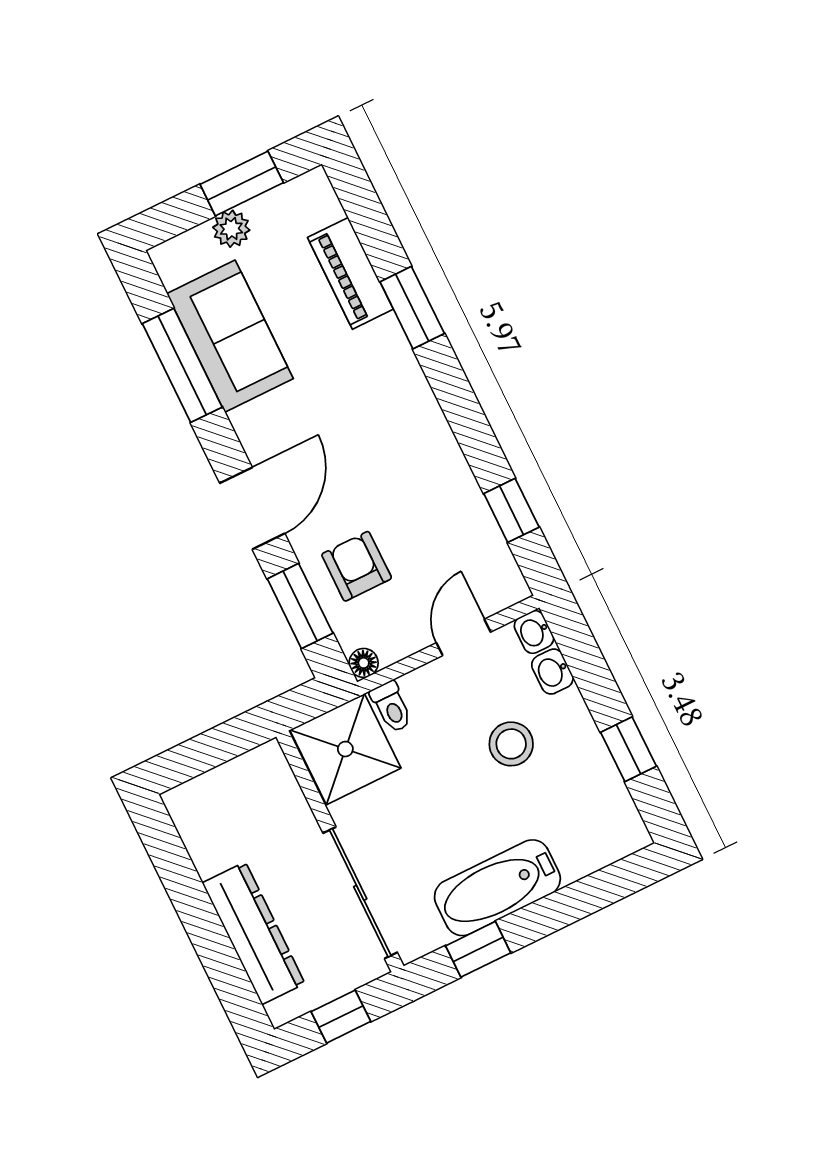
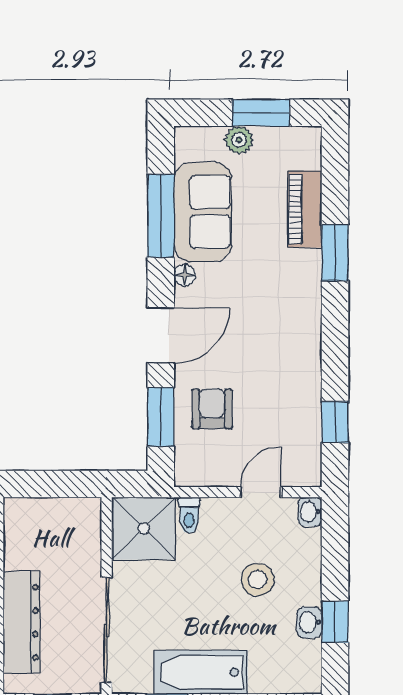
floor lamp: (364, 663) -> (185, 275), moved
washbasin: (552, 672) -> (309, 622), moved

